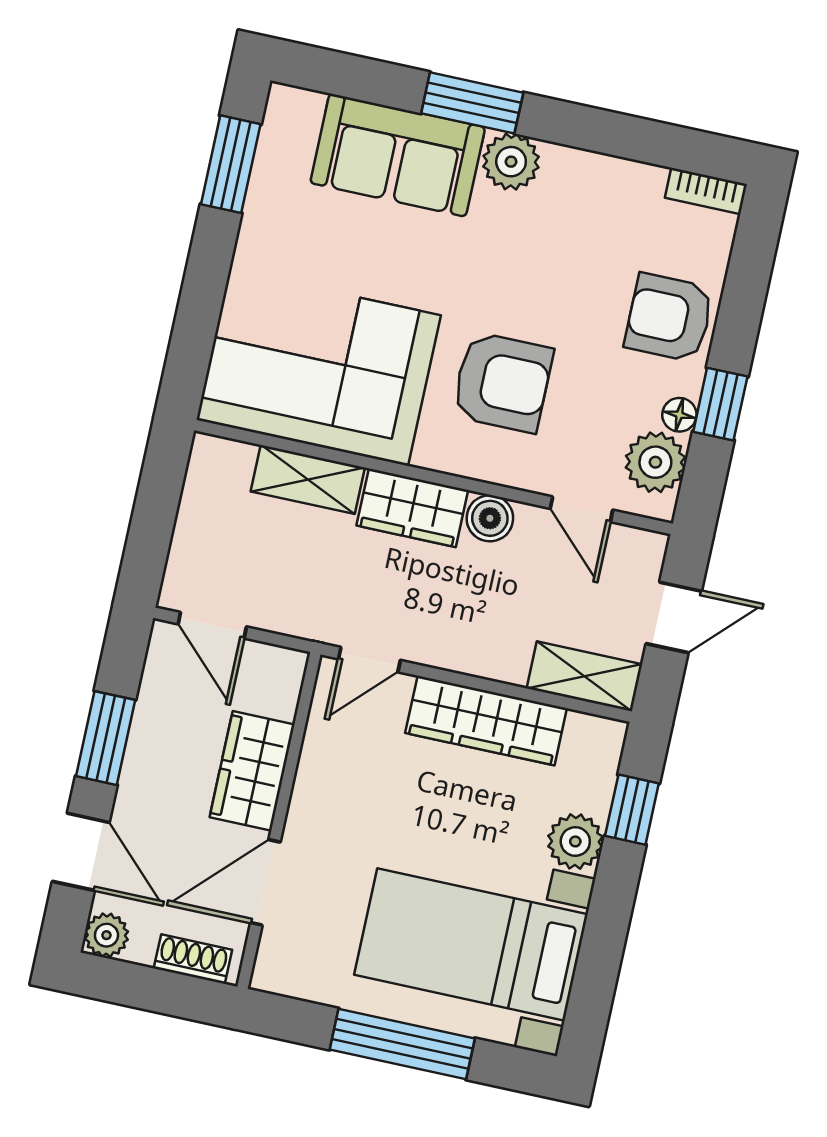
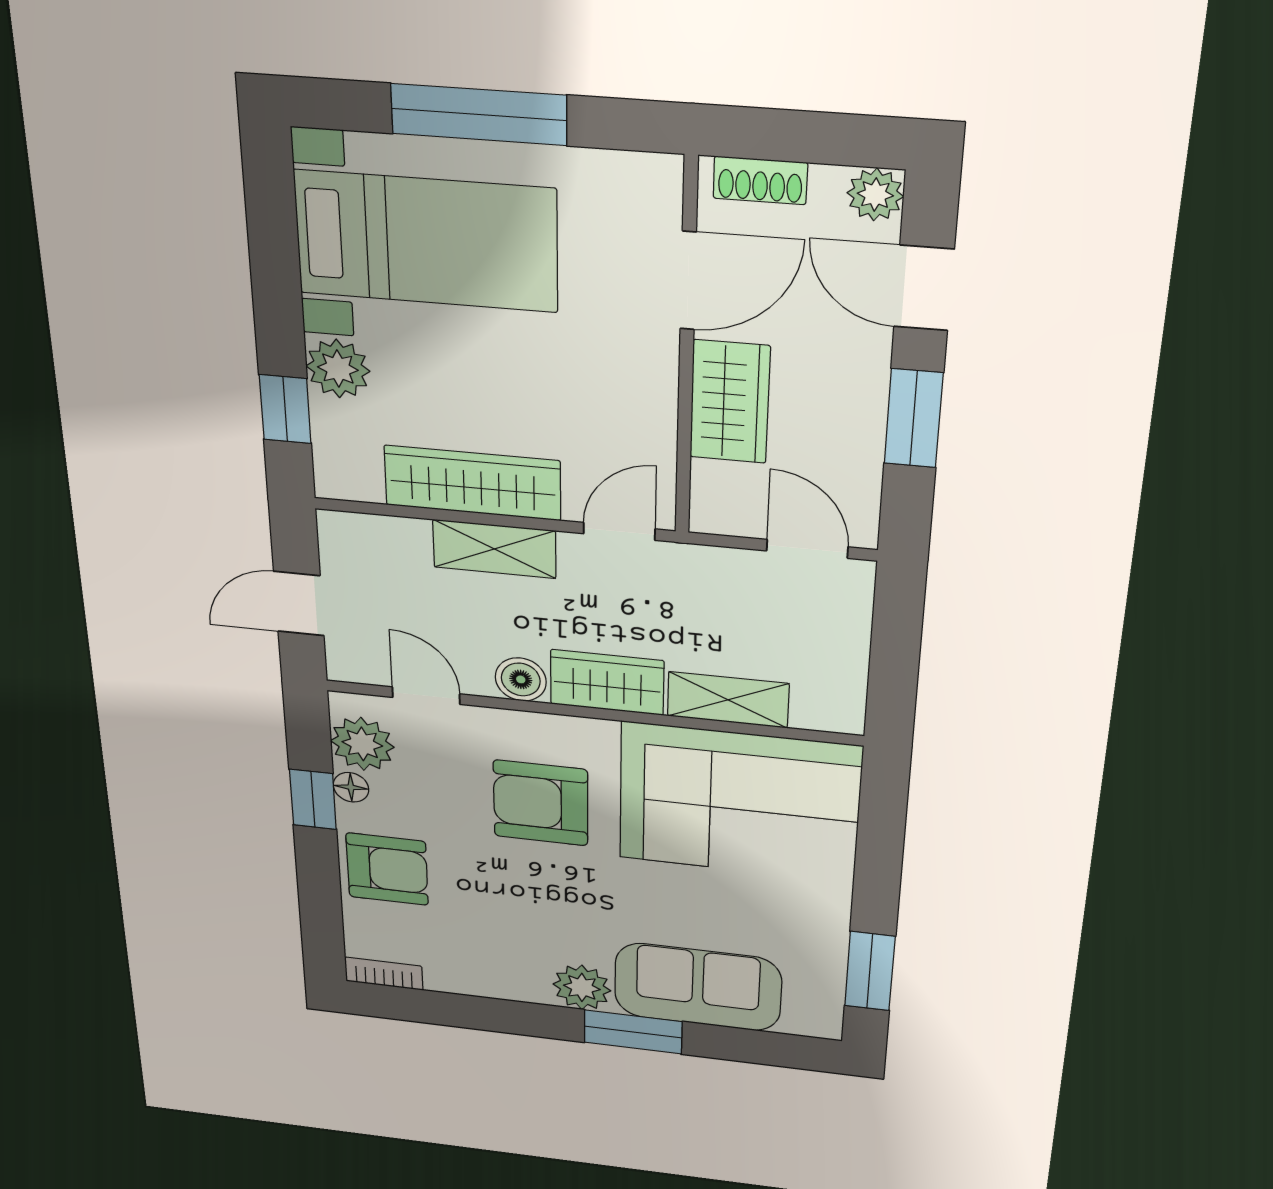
shelving: (585, 676) -> (494, 549), moved

